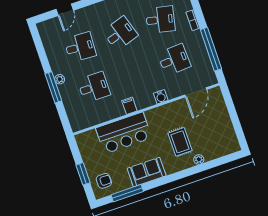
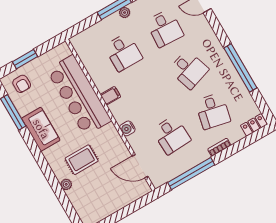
bar counter: (124, 133) -> (79, 95), width x1.36

